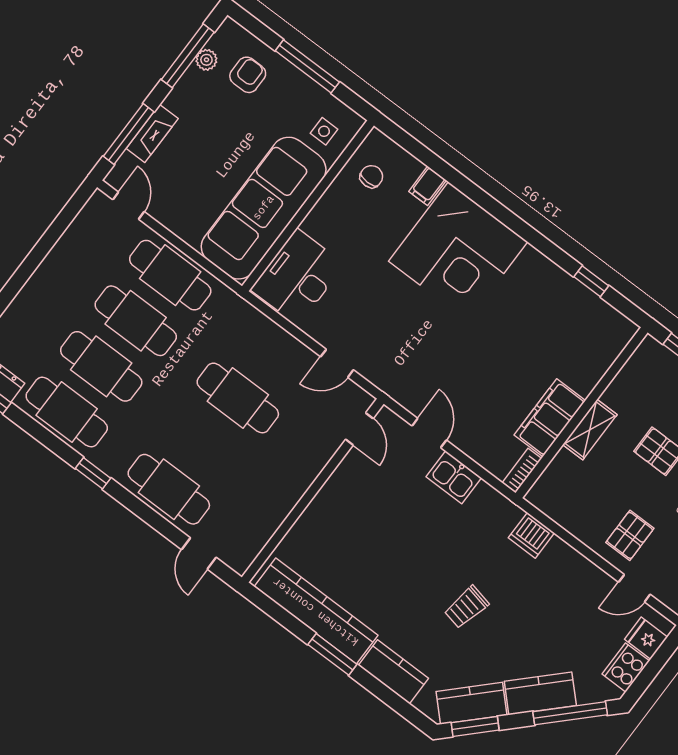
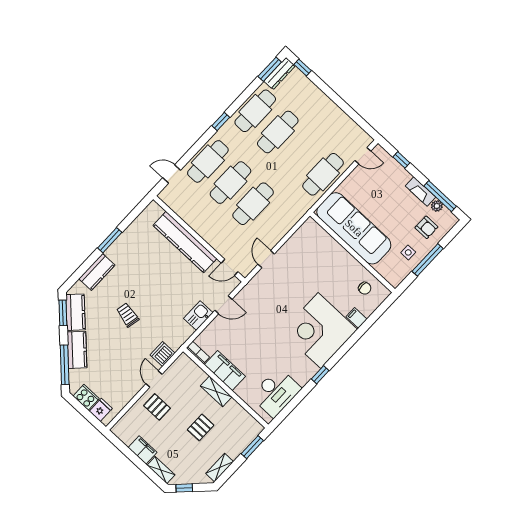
side table: (324, 131) -> (408, 252), moved
window: (129, 134) -> (401, 160), width x0.46
fireplace: (152, 134) -> (420, 192), moved
desk: (298, 277) -> (276, 392), moved, turned 90
window: (591, 281) -> (320, 375), moved
cafe table: (136, 321) -> (230, 183), moved
door: (634, 588) -> (154, 379), moved
kitchen counter: (316, 611) -> (185, 242), moved, turned 90

